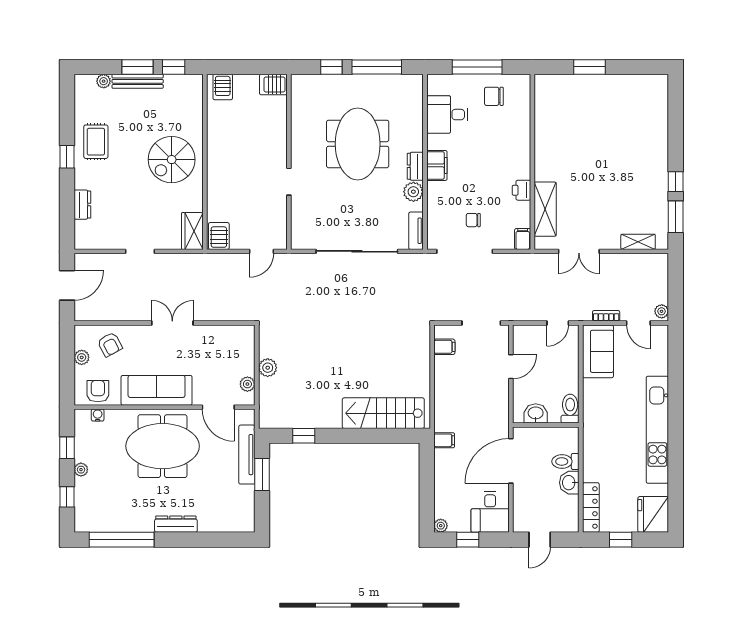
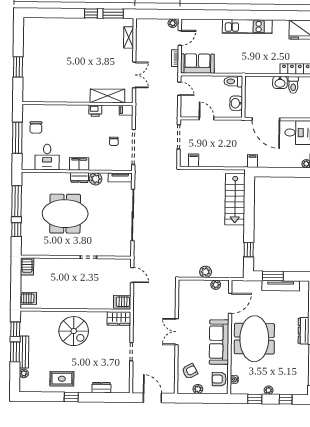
kitchen unit: (657, 430) -> (247, 27), width x0.73
tv unit: (247, 455) -> (281, 286), moved
toilet: (565, 461) -> (293, 85), moved

